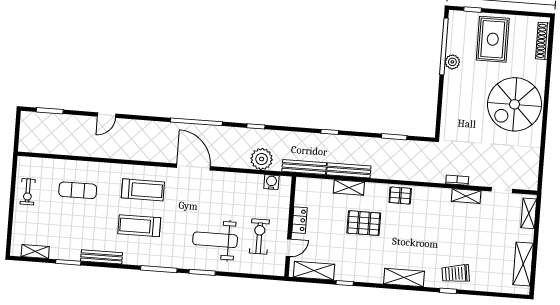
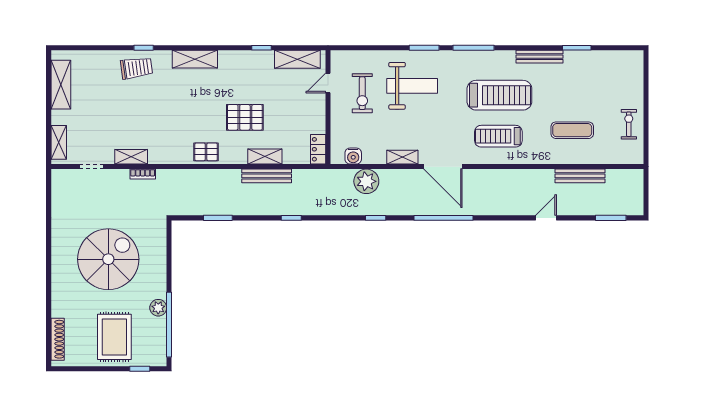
spiral stairs: (515, 104) -> (108, 259), moved
bench: (304, 167) -> (580, 176), moved
locker: (300, 220) -> (318, 149), moved
treadmill: (139, 226) -> (499, 95), width x1.37, depth x1.38
shelving: (35, 252) -> (402, 157), moved

